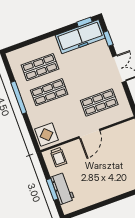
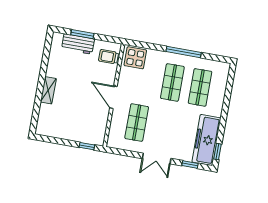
shelving: (115, 191) -> (48, 90), added

